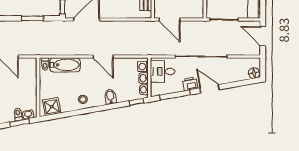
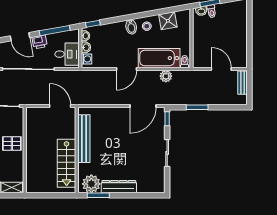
plant: (64, 49) -> (166, 76), added
door: (103, 57) -> (126, 69), swing flipped
bathtub: (65, 65) -> (159, 58), width x1.36, depth x1.36
bidet: (110, 97) -> (131, 27), moved
shower: (52, 107) -> (168, 21), moved

